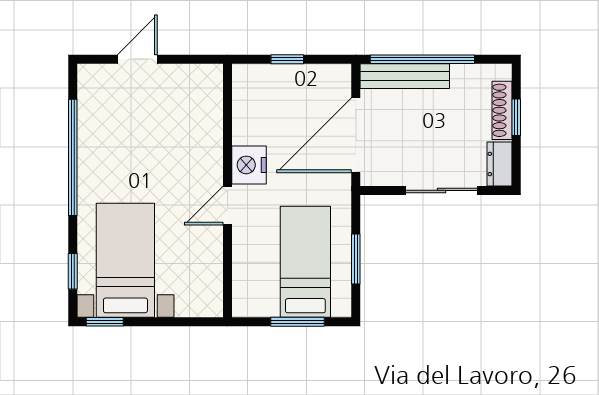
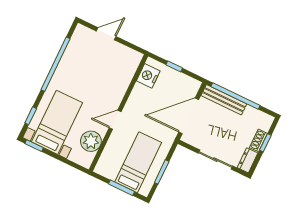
shoe rack: (502, 110) -> (258, 140), width x0.70
nightstand: (249, 165) -> (148, 76), moved
plant: (203, 265) -> (91, 141), added

